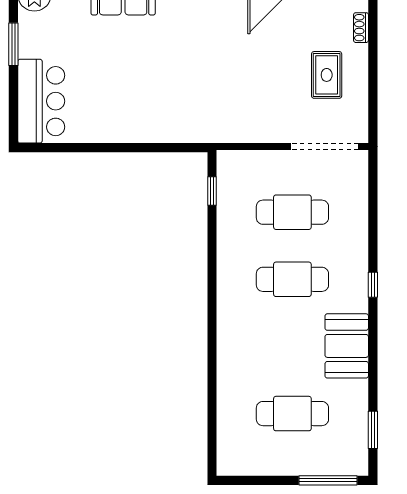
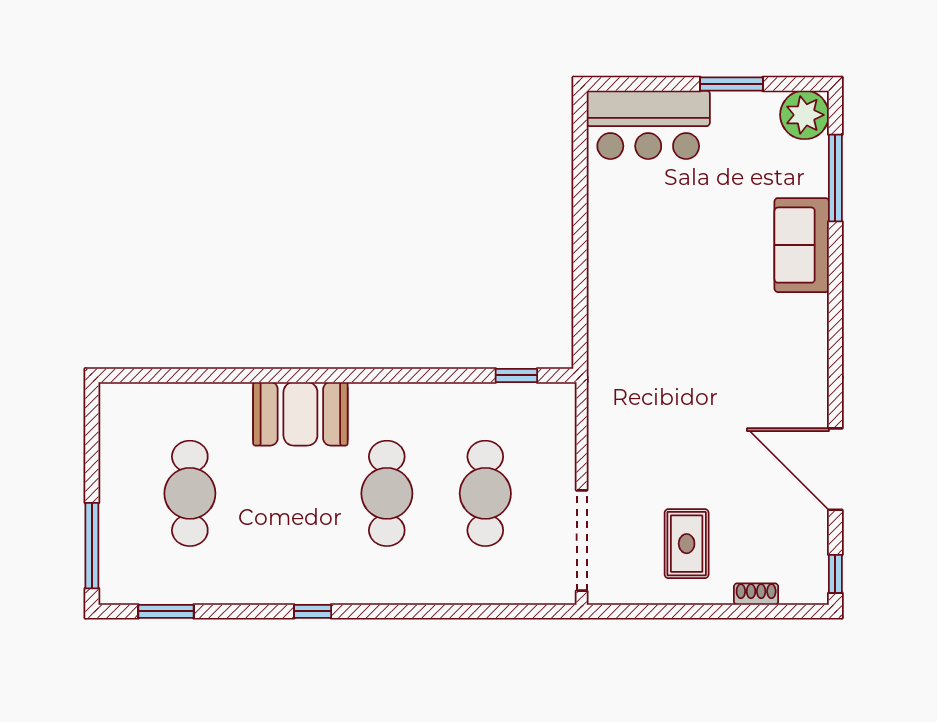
rug: (327, 75) -> (687, 544), turned 90
window: (373, 285) -> (313, 611), moved
booth: (347, 346) -> (300, 414), moved

